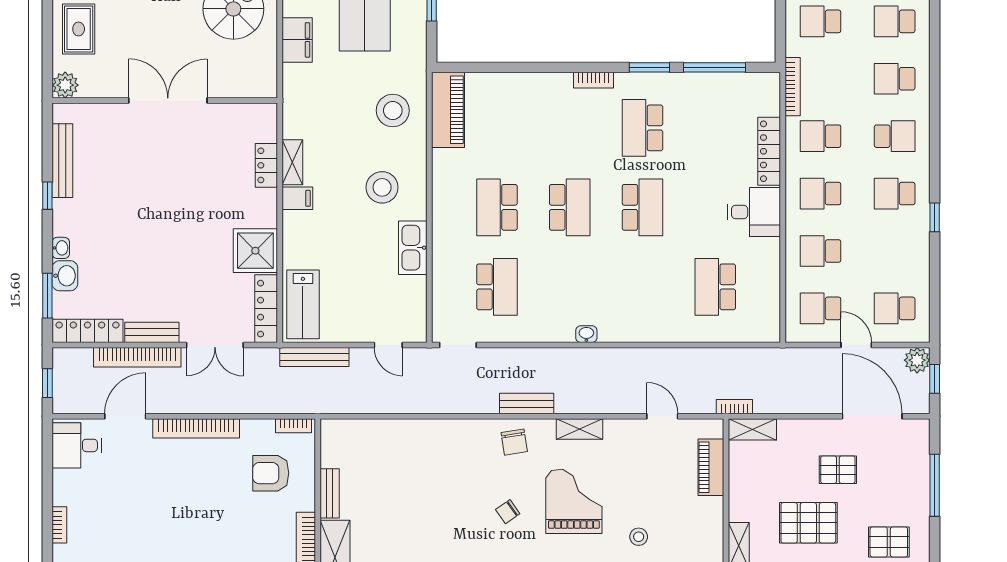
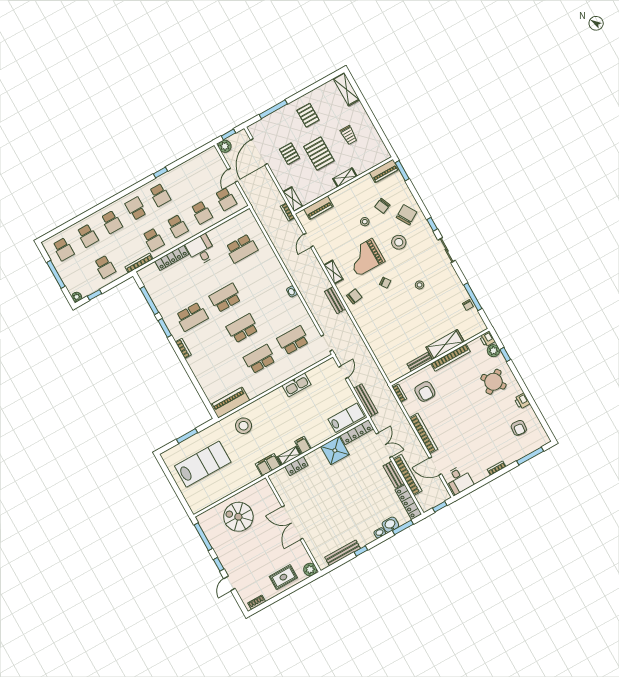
filing cabinet: (297, 40) -> (268, 465), moved
stool: (382, 187) -> (278, 412), removed
school desk: (497, 207) -> (260, 359), turned 180
school desk: (895, 308) -> (208, 168), removed

